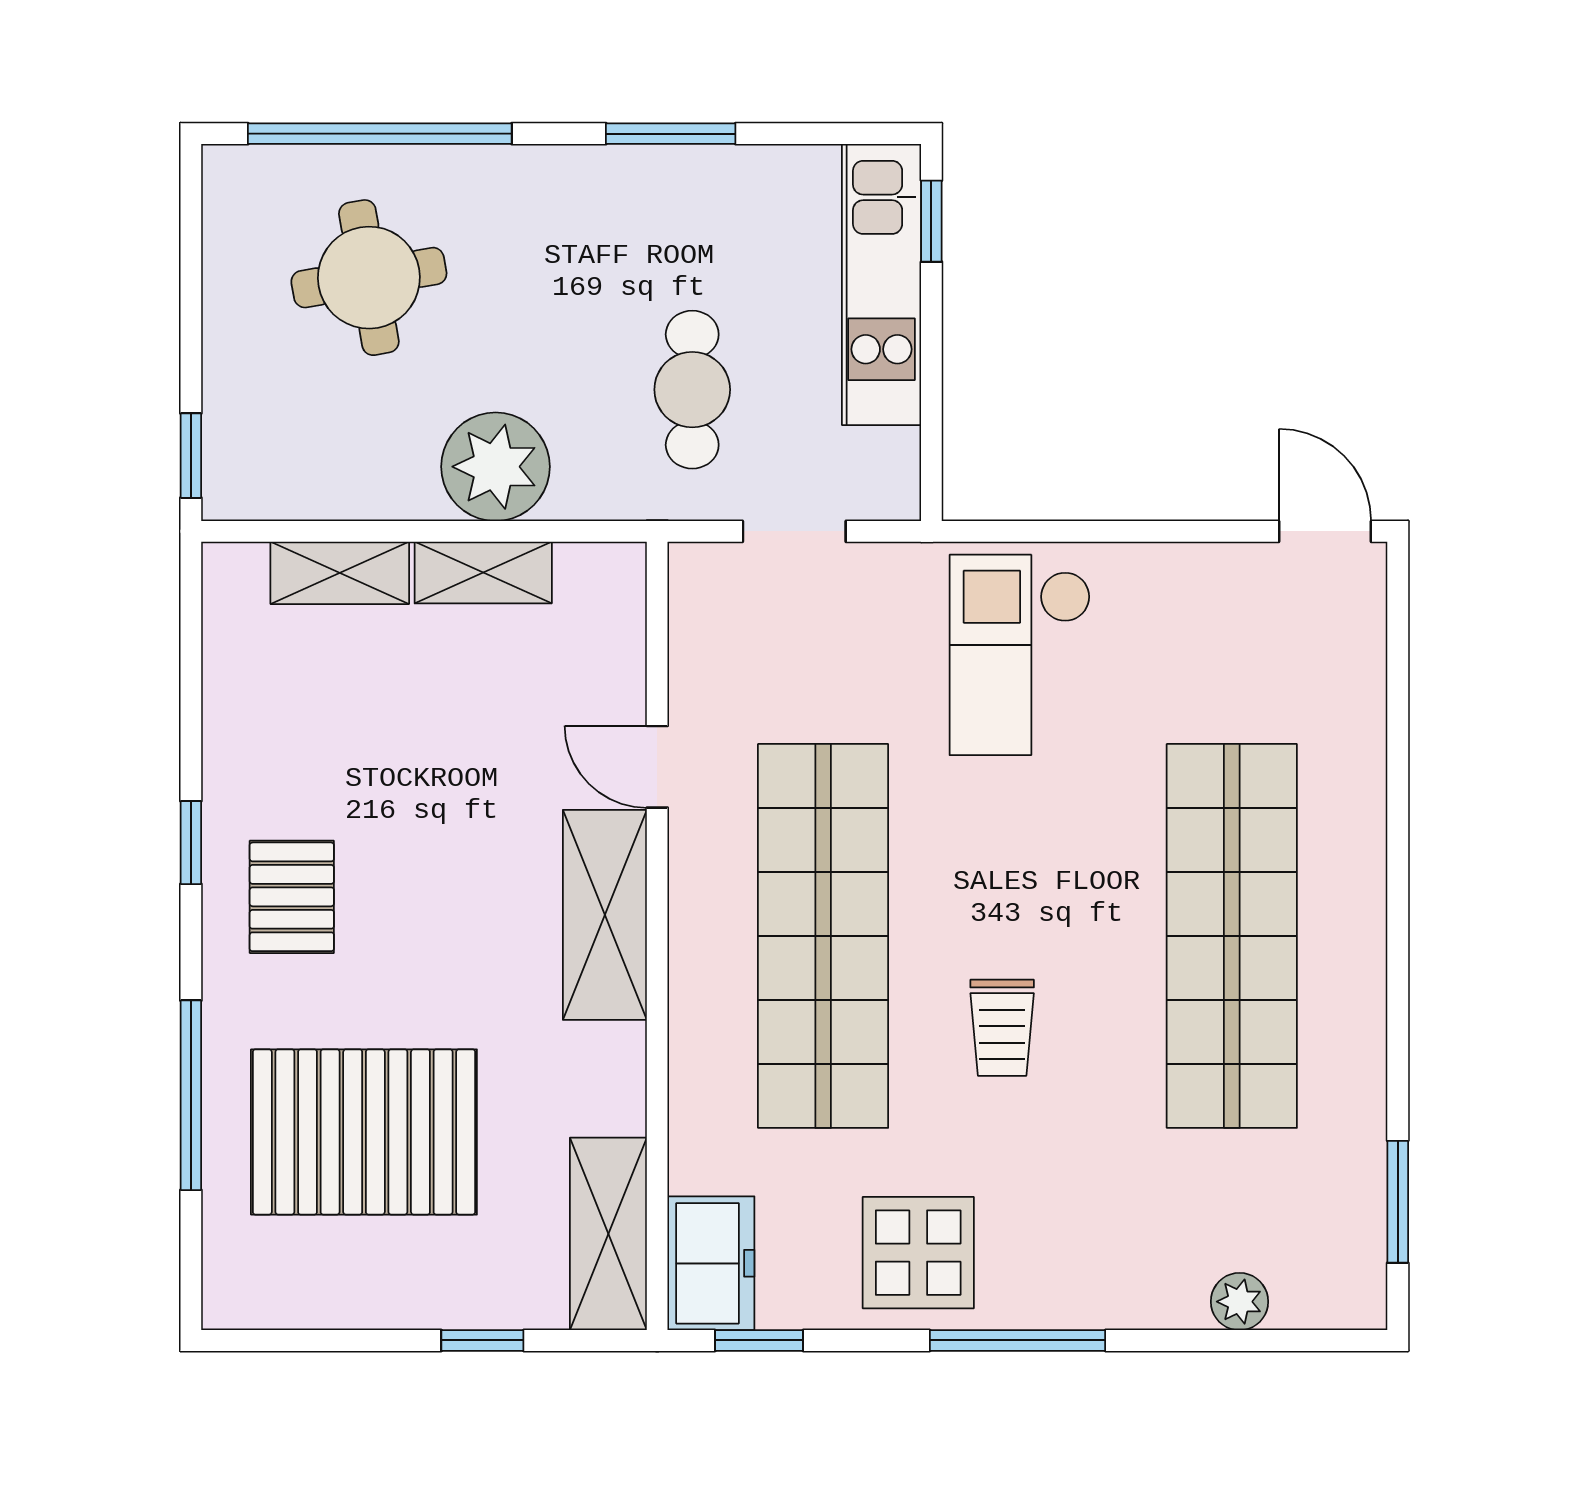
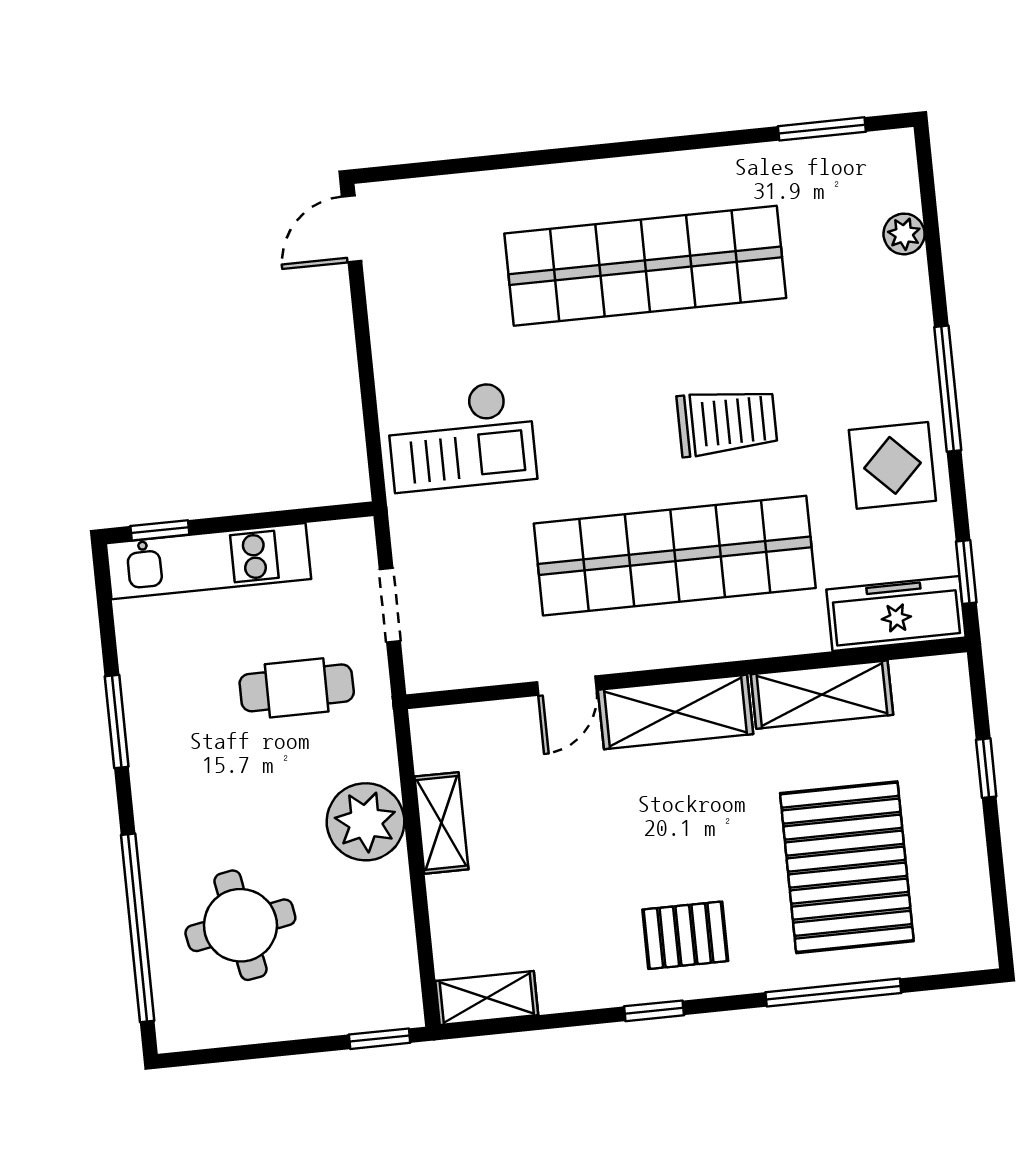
shelving: (340, 573) -> (487, 998), moved, turned 90
trolley: (1002, 1028) -> (727, 422), width x1.36, depth x1.39
shelving: (608, 1234) -> (822, 695), moved
freezer: (711, 1263) -> (896, 614), width x1.40

